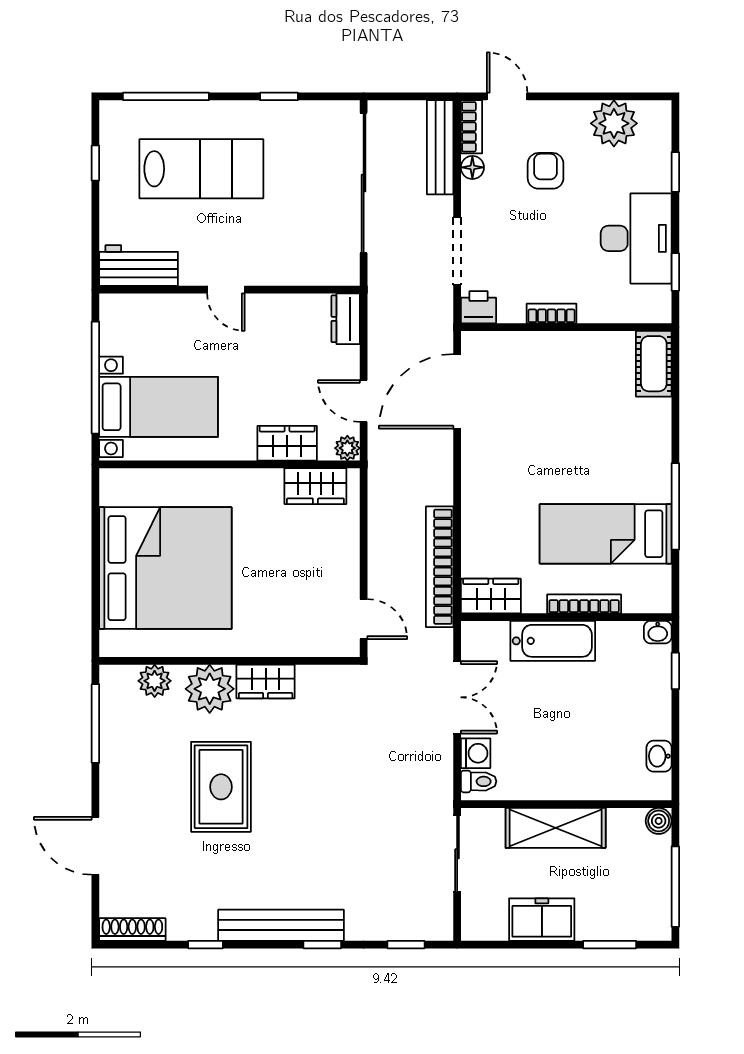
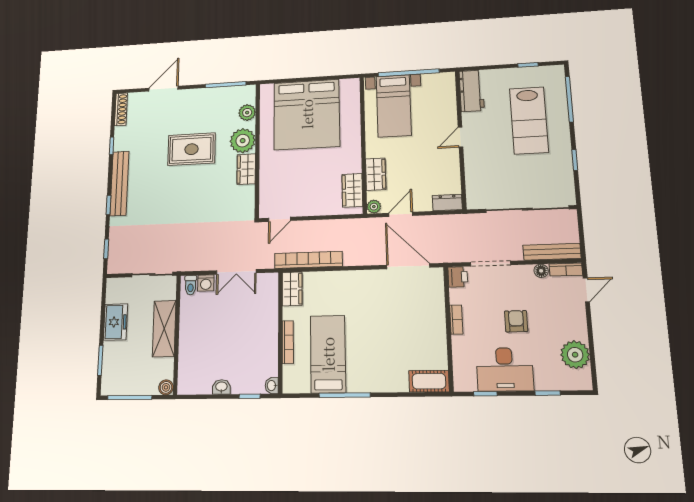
armchair: (546, 171) -> (516, 321), moved, turned -90
bathtub: (553, 641) -> (267, 325), removed
washbasin: (659, 756) -> (221, 387), moved

